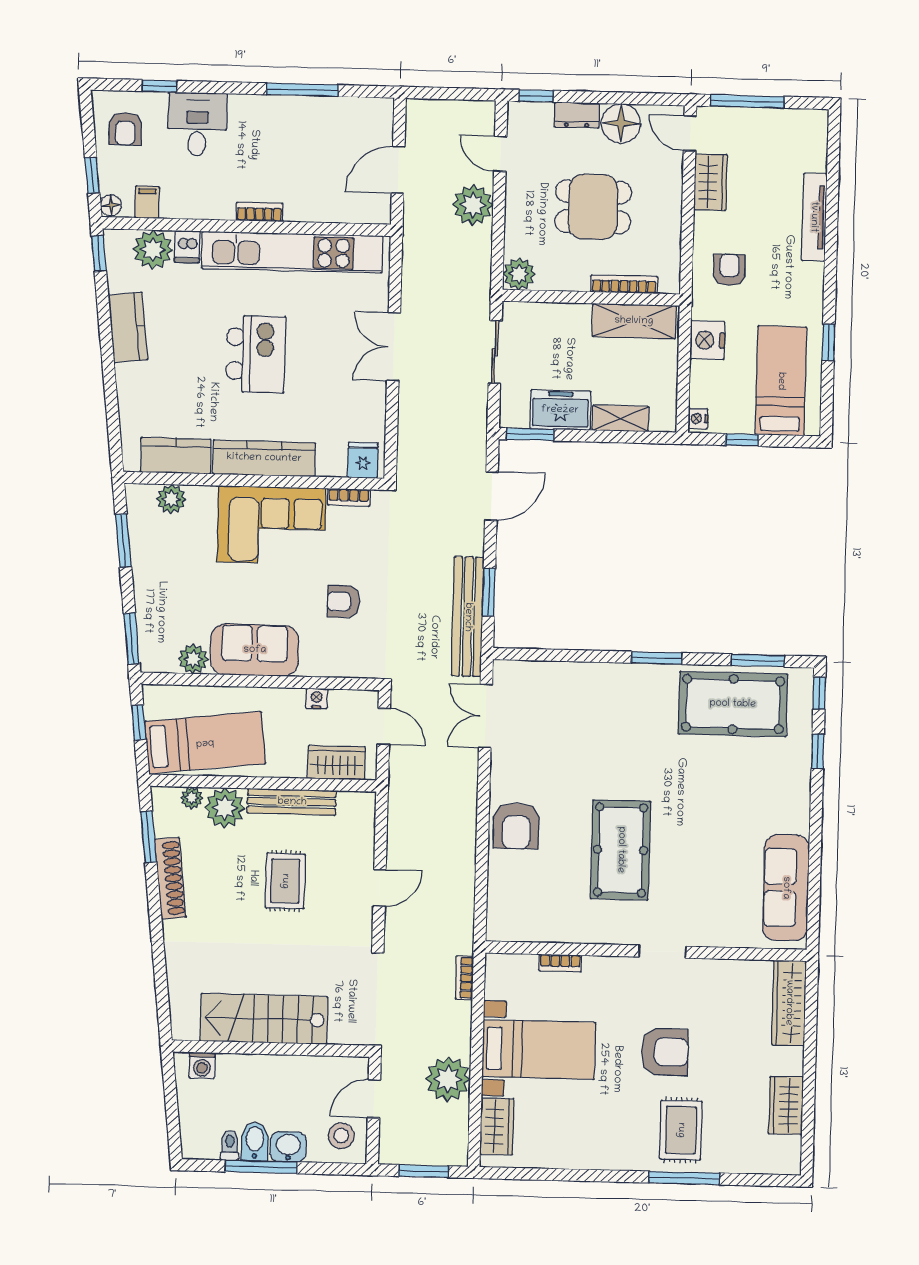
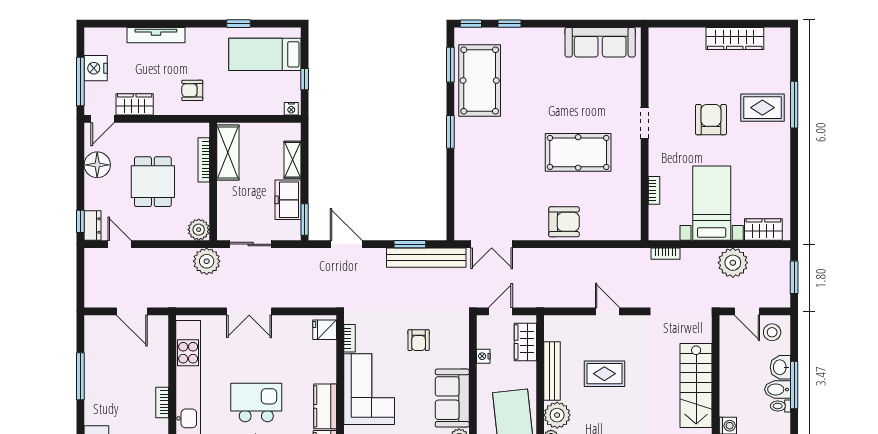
dresser: (577, 115) -> (93, 226), moved
door: (500, 154) -> (120, 244), swing flipped
plant: (473, 205) -> (207, 261), moved
nightstand: (707, 340) -> (96, 68), moved, turned 90
kitchen counter: (264, 458) -> (325, 406), width x0.67
wardrobe: (789, 1003) -> (676, 38), removed
wardrobe: (786, 1105) -> (735, 38), width x1.50

